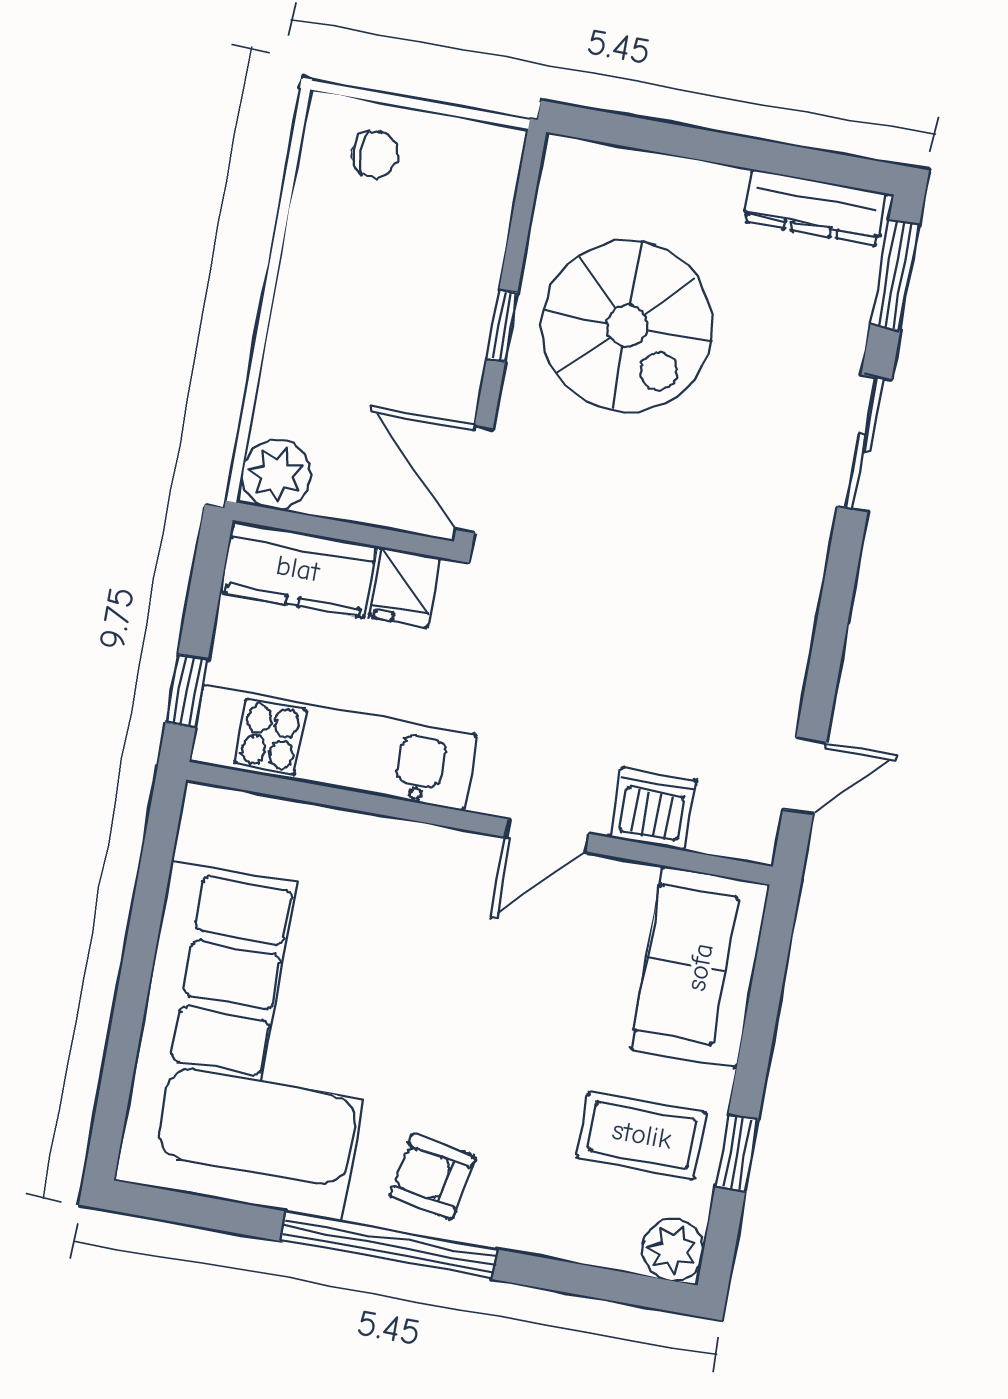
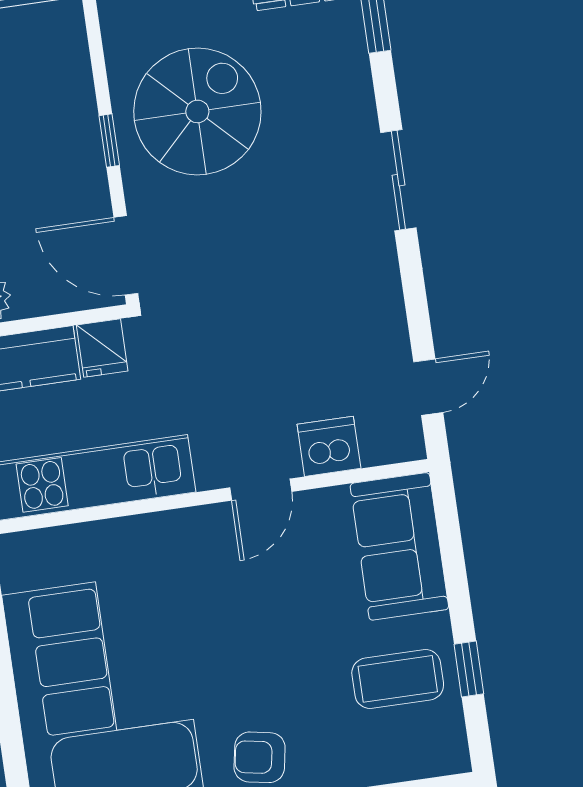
spiral stairs: (627, 326) -> (197, 111), turned -90
sliding door: (865, 443) -> (398, 180), moved
plant: (673, 1250) -> (446, 752), removed

